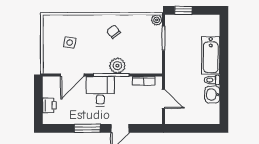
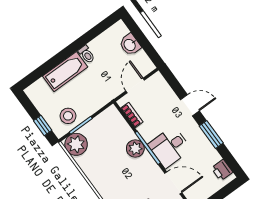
plant: (157, 20) -> (76, 144), width x1.88, depth x1.88
chair: (114, 32) -> (107, 174), removed
stool: (177, 34) -> (68, 116), added
washbasin: (212, 95) -> (130, 45), moved, turned 90
printer: (49, 105) -> (222, 170), moved, turned -90

